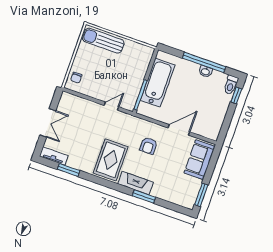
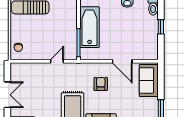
window: (236, 95) -> (161, 27), moved
door: (179, 130) -> (122, 61), swing flipped
armchair: (148, 146) -> (101, 84), turned 180

